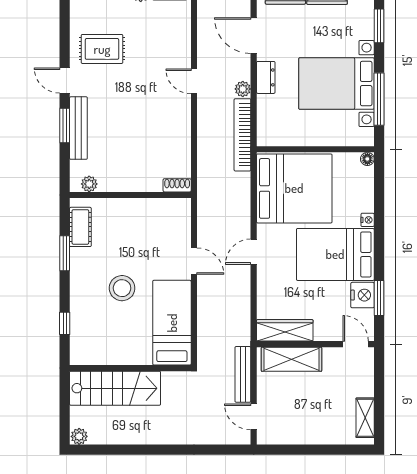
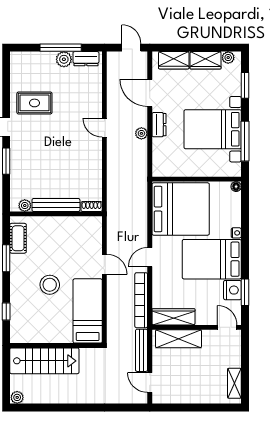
bench: (78, 128) -> (56, 205), moved, turned 90
bookcase: (242, 135) -> (141, 300), moved

